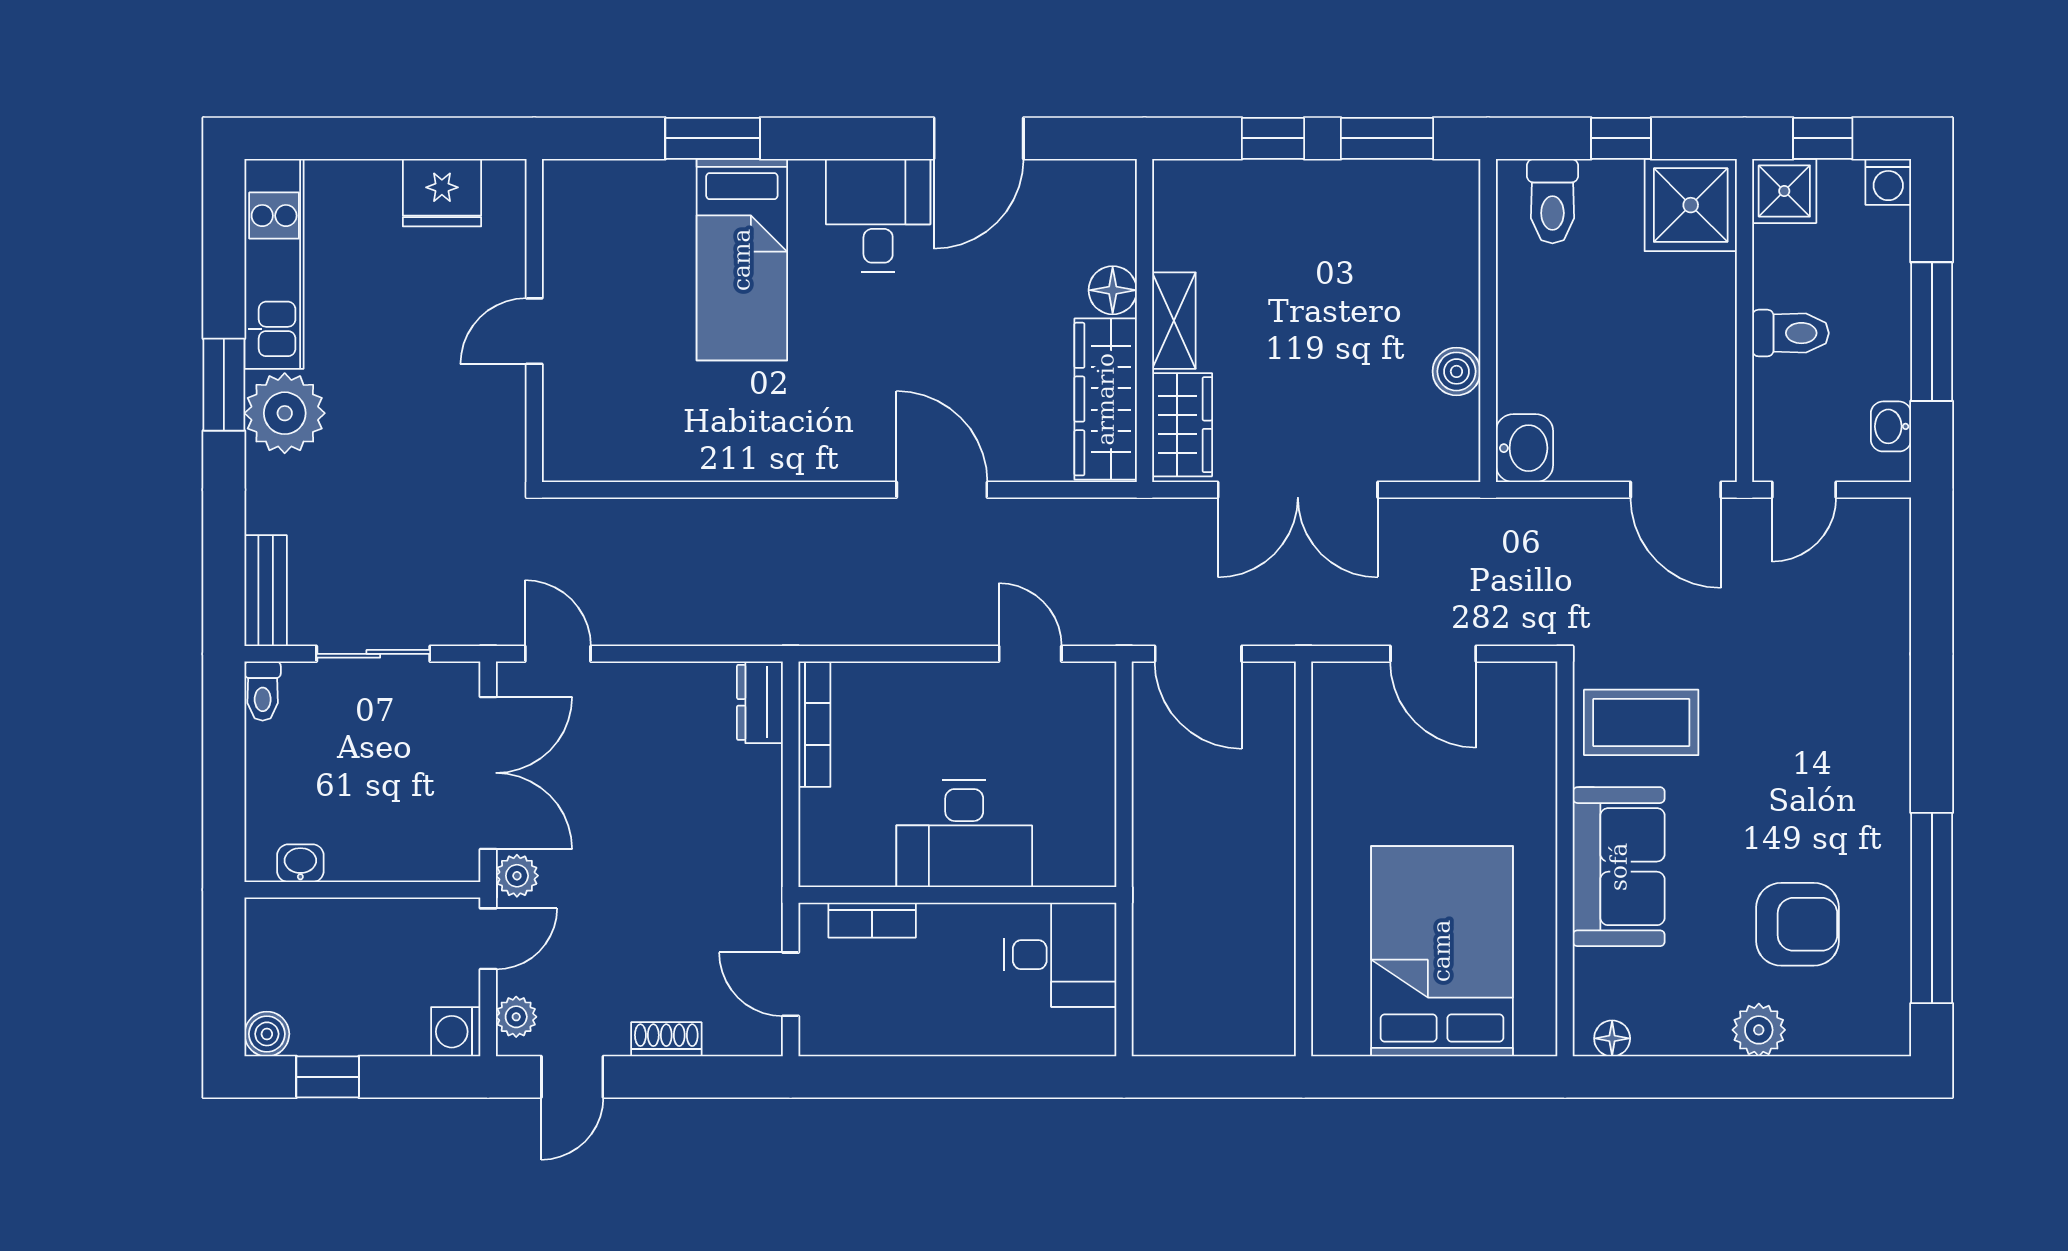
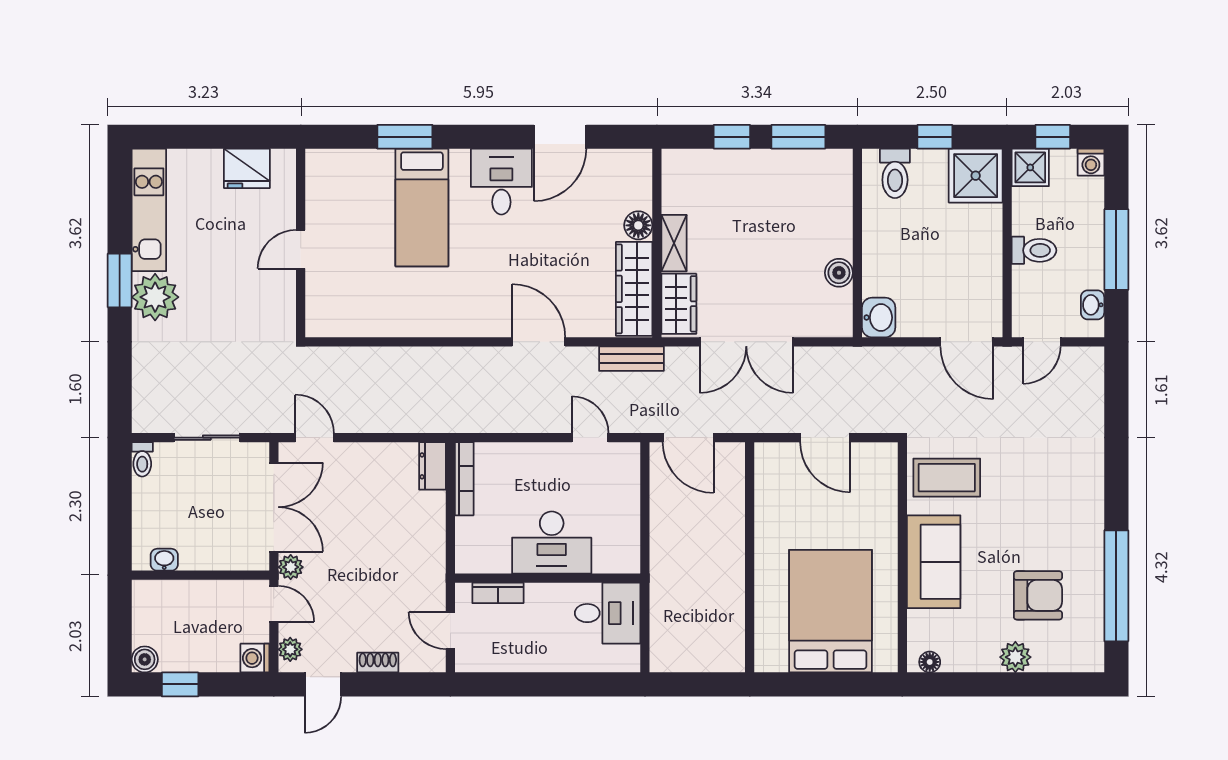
bench: (266, 591) -> (631, 359), moved, turned 90
door: (488, 939) -> (274, 604), hinge flipped

